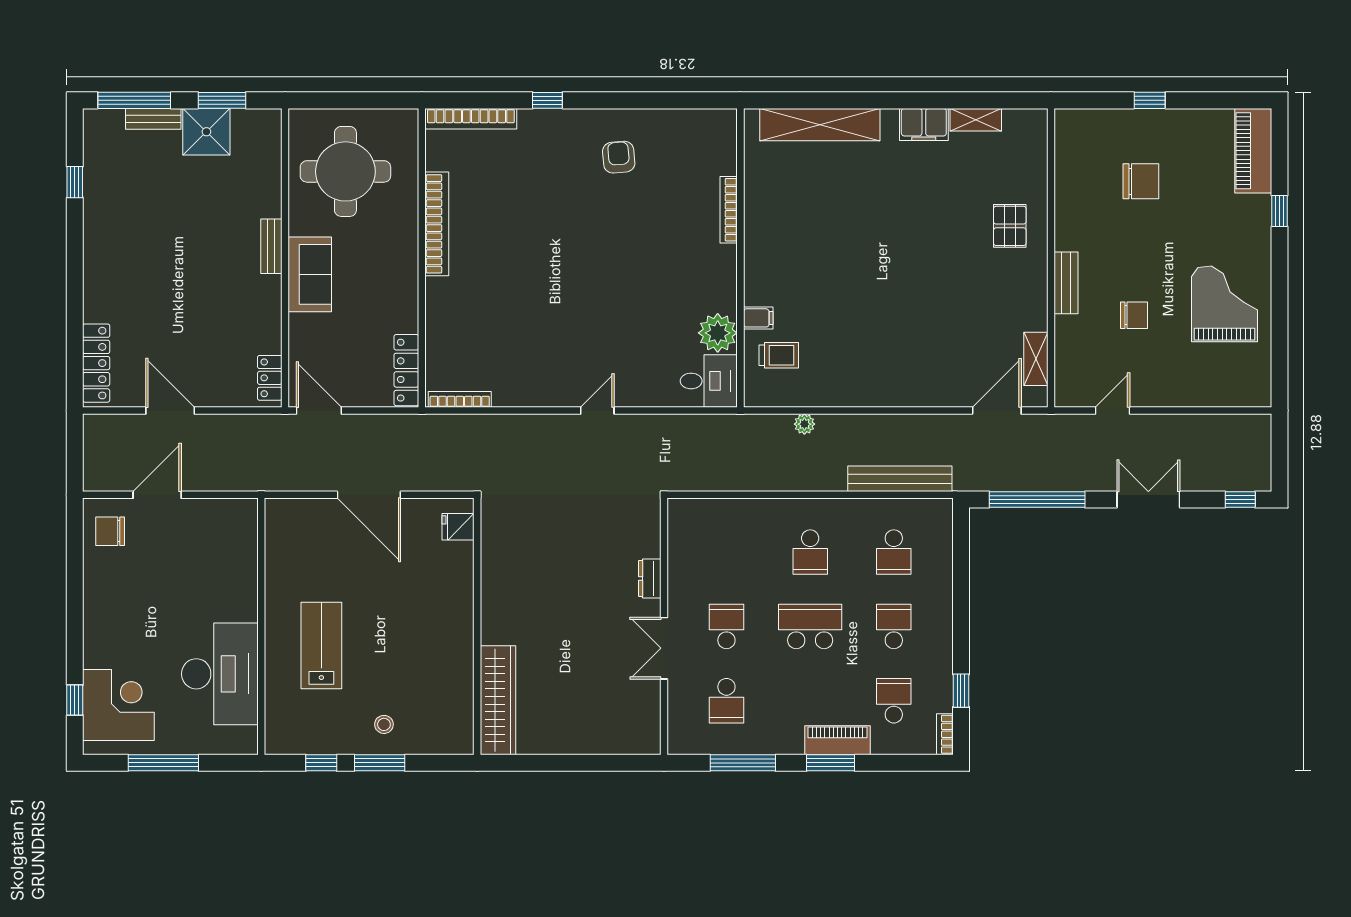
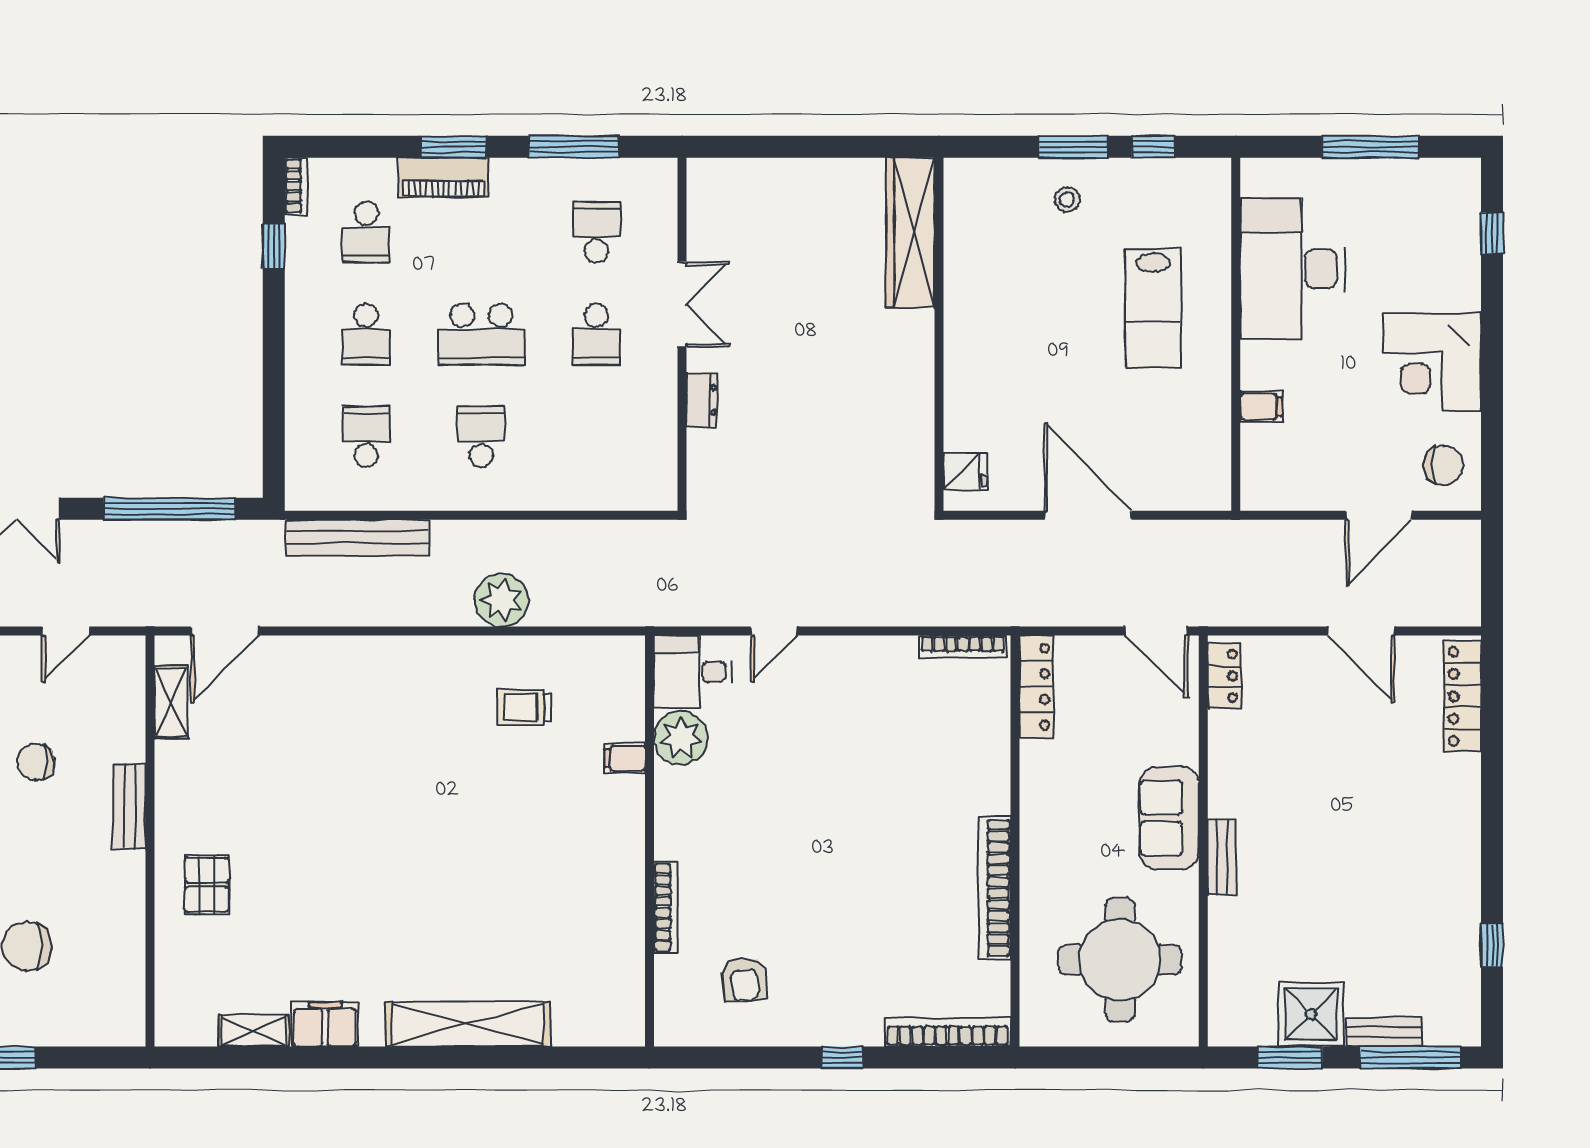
bookcase: (729, 210) -> (666, 907), moved
wall: (740, 258) -> (650, 841), moved
filing cabinet: (758, 318) -> (625, 758), moved
plant: (718, 333) -> (681, 738), moved
desk: (709, 381) -> (693, 672), moved
plant: (804, 424) -> (501, 600), width x1.88, depth x1.88
filing cabinet: (243, 574) -> (1261, 407), added
corner desk: (118, 705) -> (1432, 362), moved

